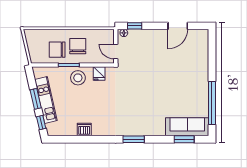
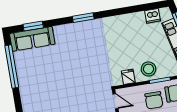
dishwasher: (84, 129) -> (153, 16), moved

